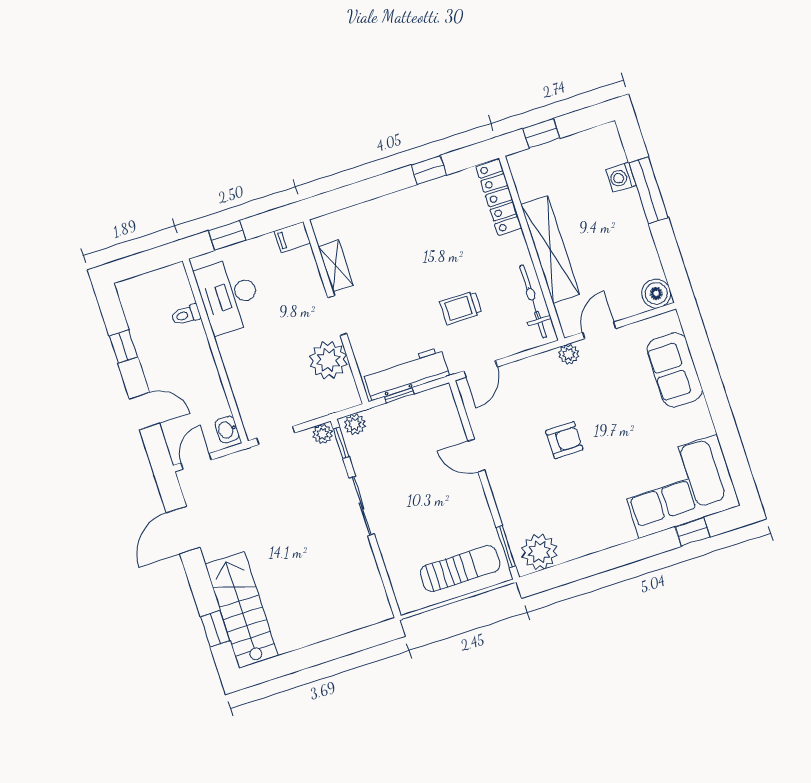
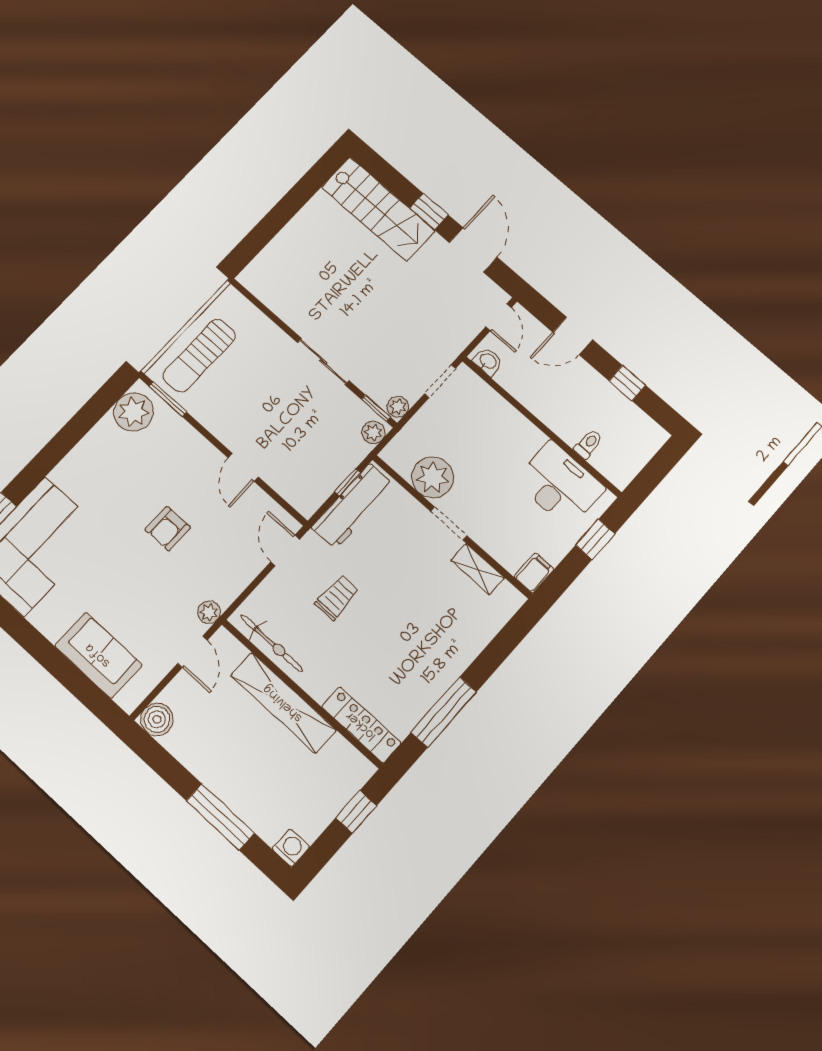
window: (429, 170) -> (444, 712), width x2.17
washing machine: (621, 177) -> (291, 848), moved
door: (476, 456) -> (243, 467), swing flipped
window: (215, 629) -> (429, 212), moved

